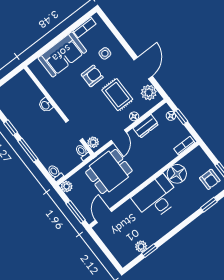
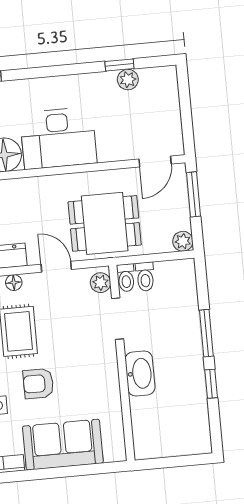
washbasin: (45, 105) -> (140, 373), width x1.91, depth x1.45
door: (119, 136) -> (56, 267), hinge flipped
toilet: (55, 173) -> (145, 277), moved

